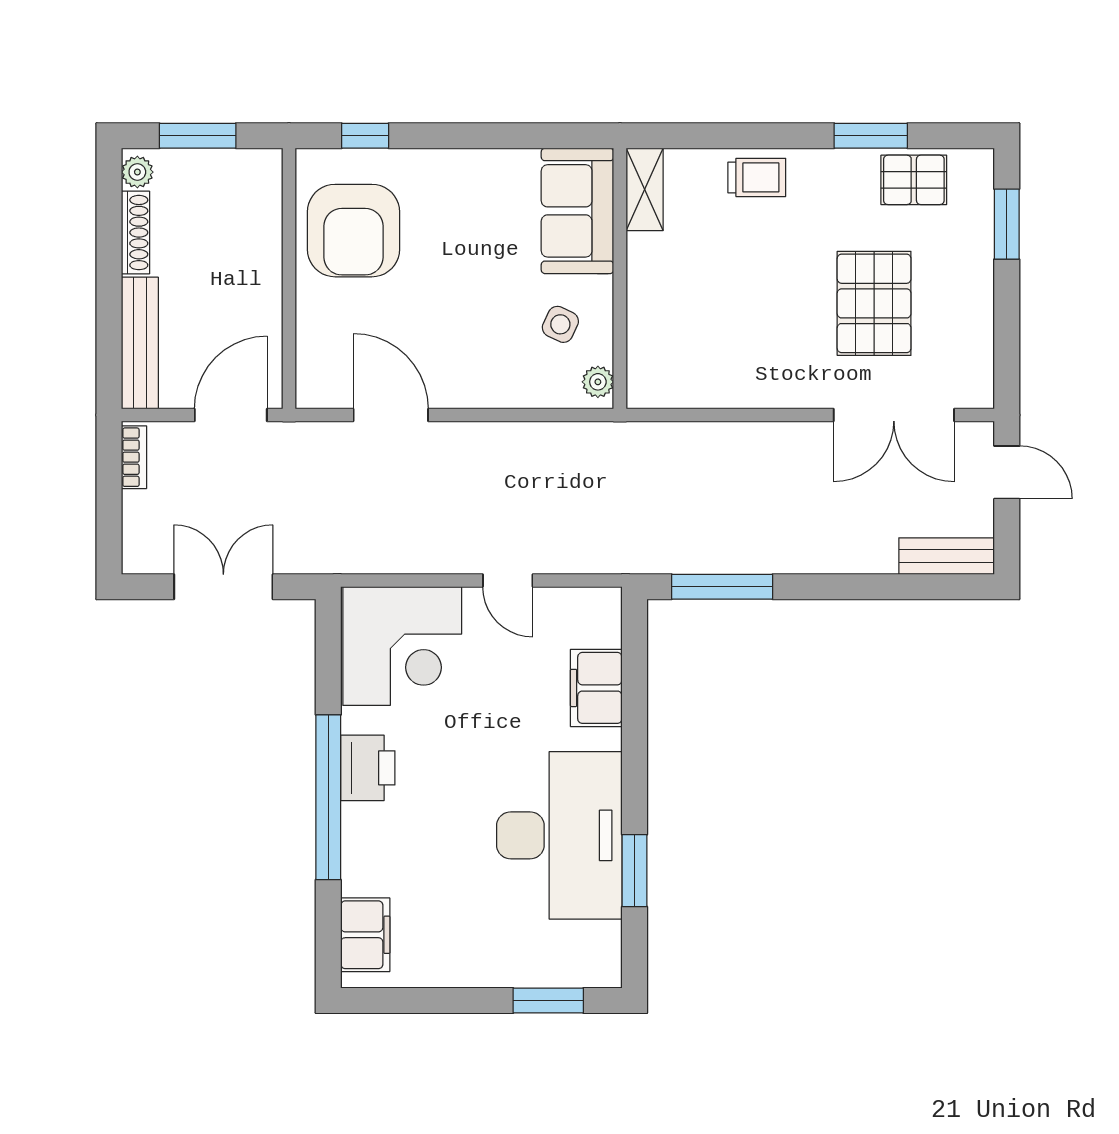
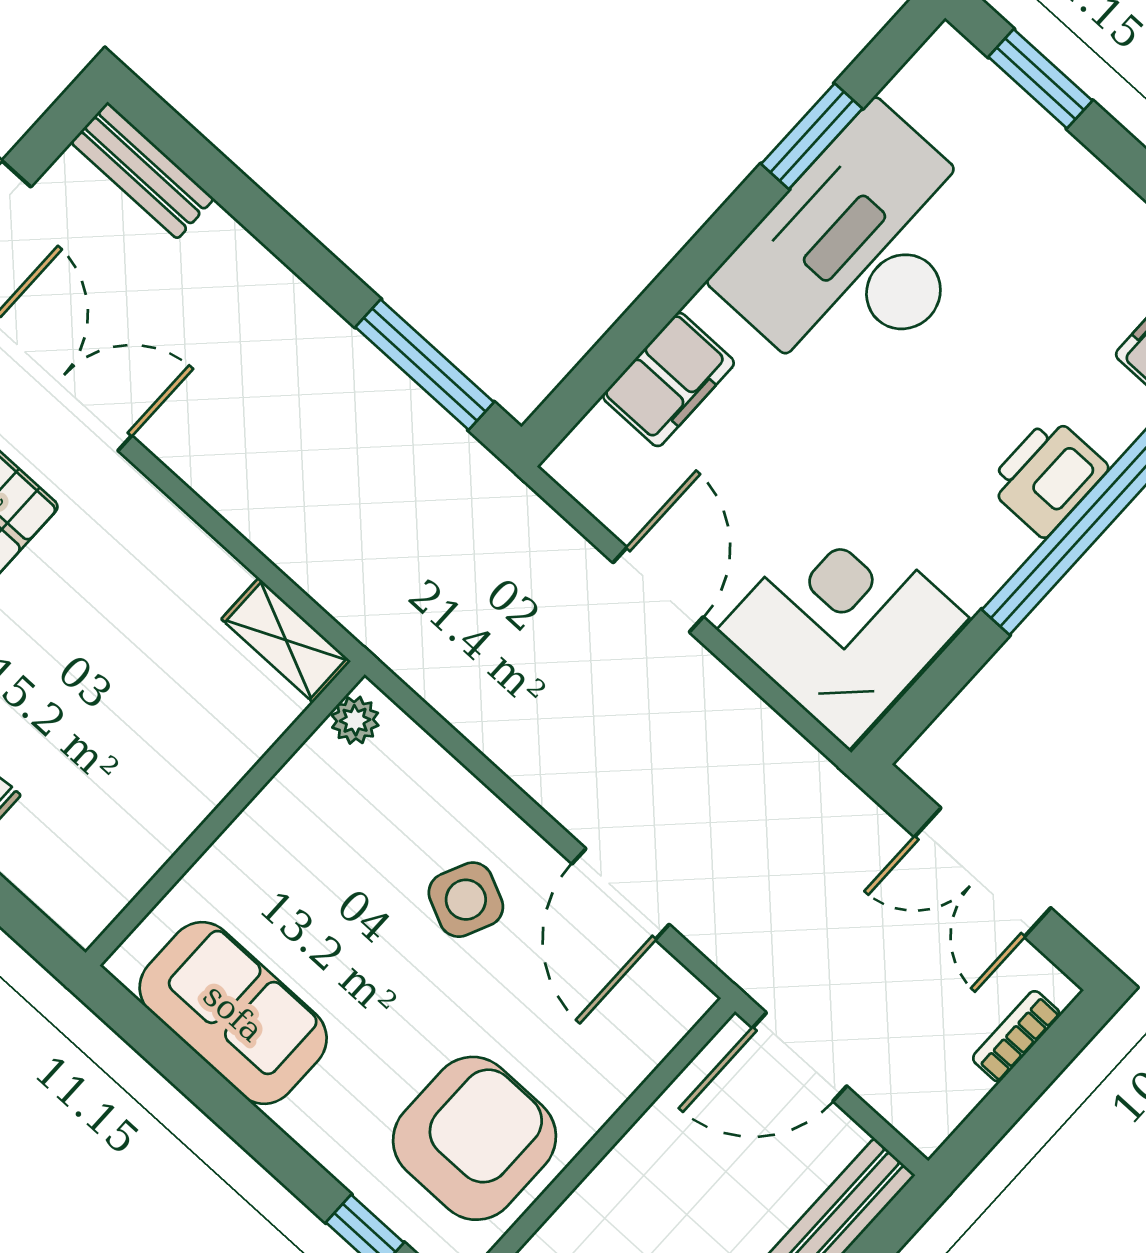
shelving: (645, 189) -> (286, 640), moved, turned 90
sofa: (577, 211) -> (233, 1013), moved, turned -90
side table: (560, 324) -> (466, 900), moved, width x1.37, depth x1.37
bookcase: (134, 457) -> (1016, 1036), moved
door: (508, 581) -> (658, 590), width x1.38
printer: (368, 768) -> (1047, 476), moved

